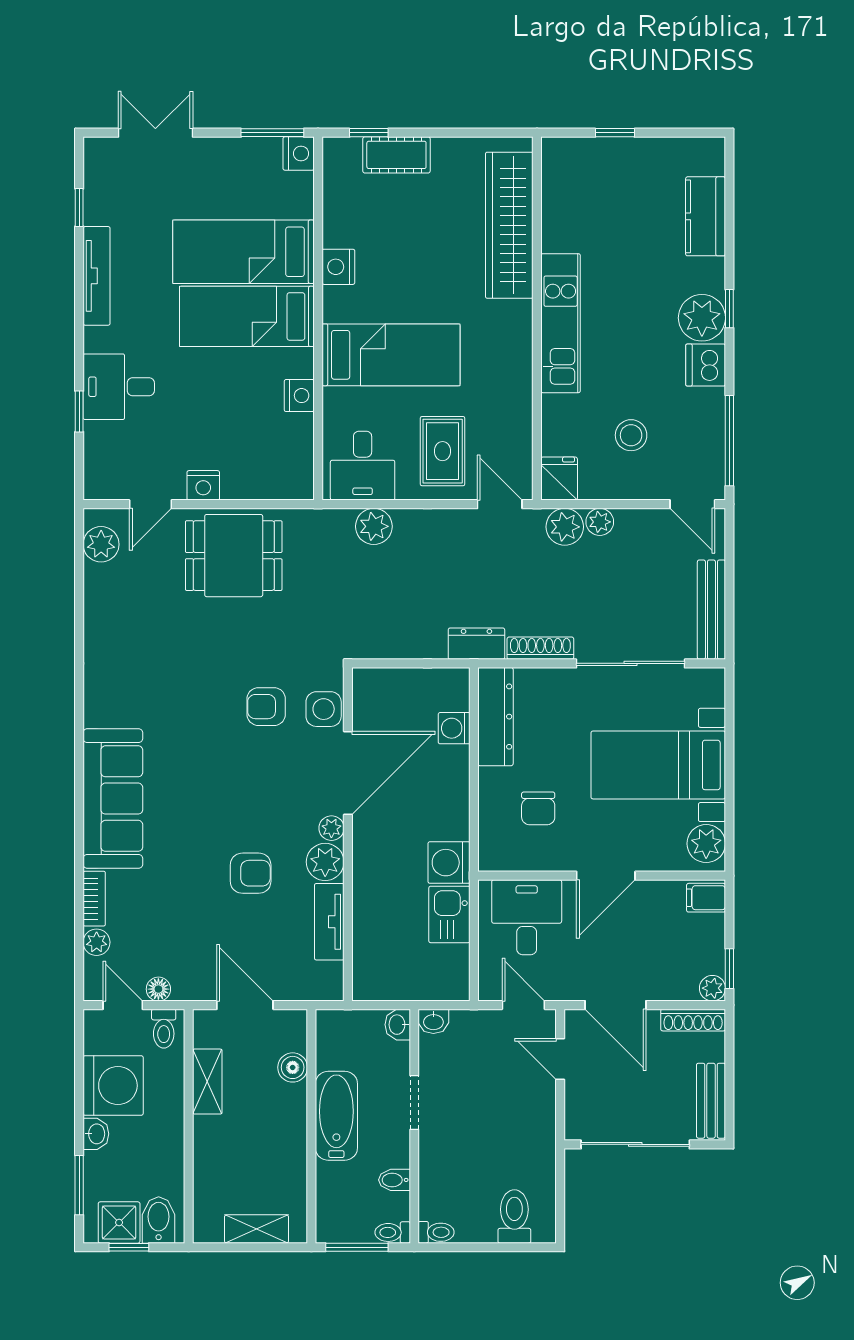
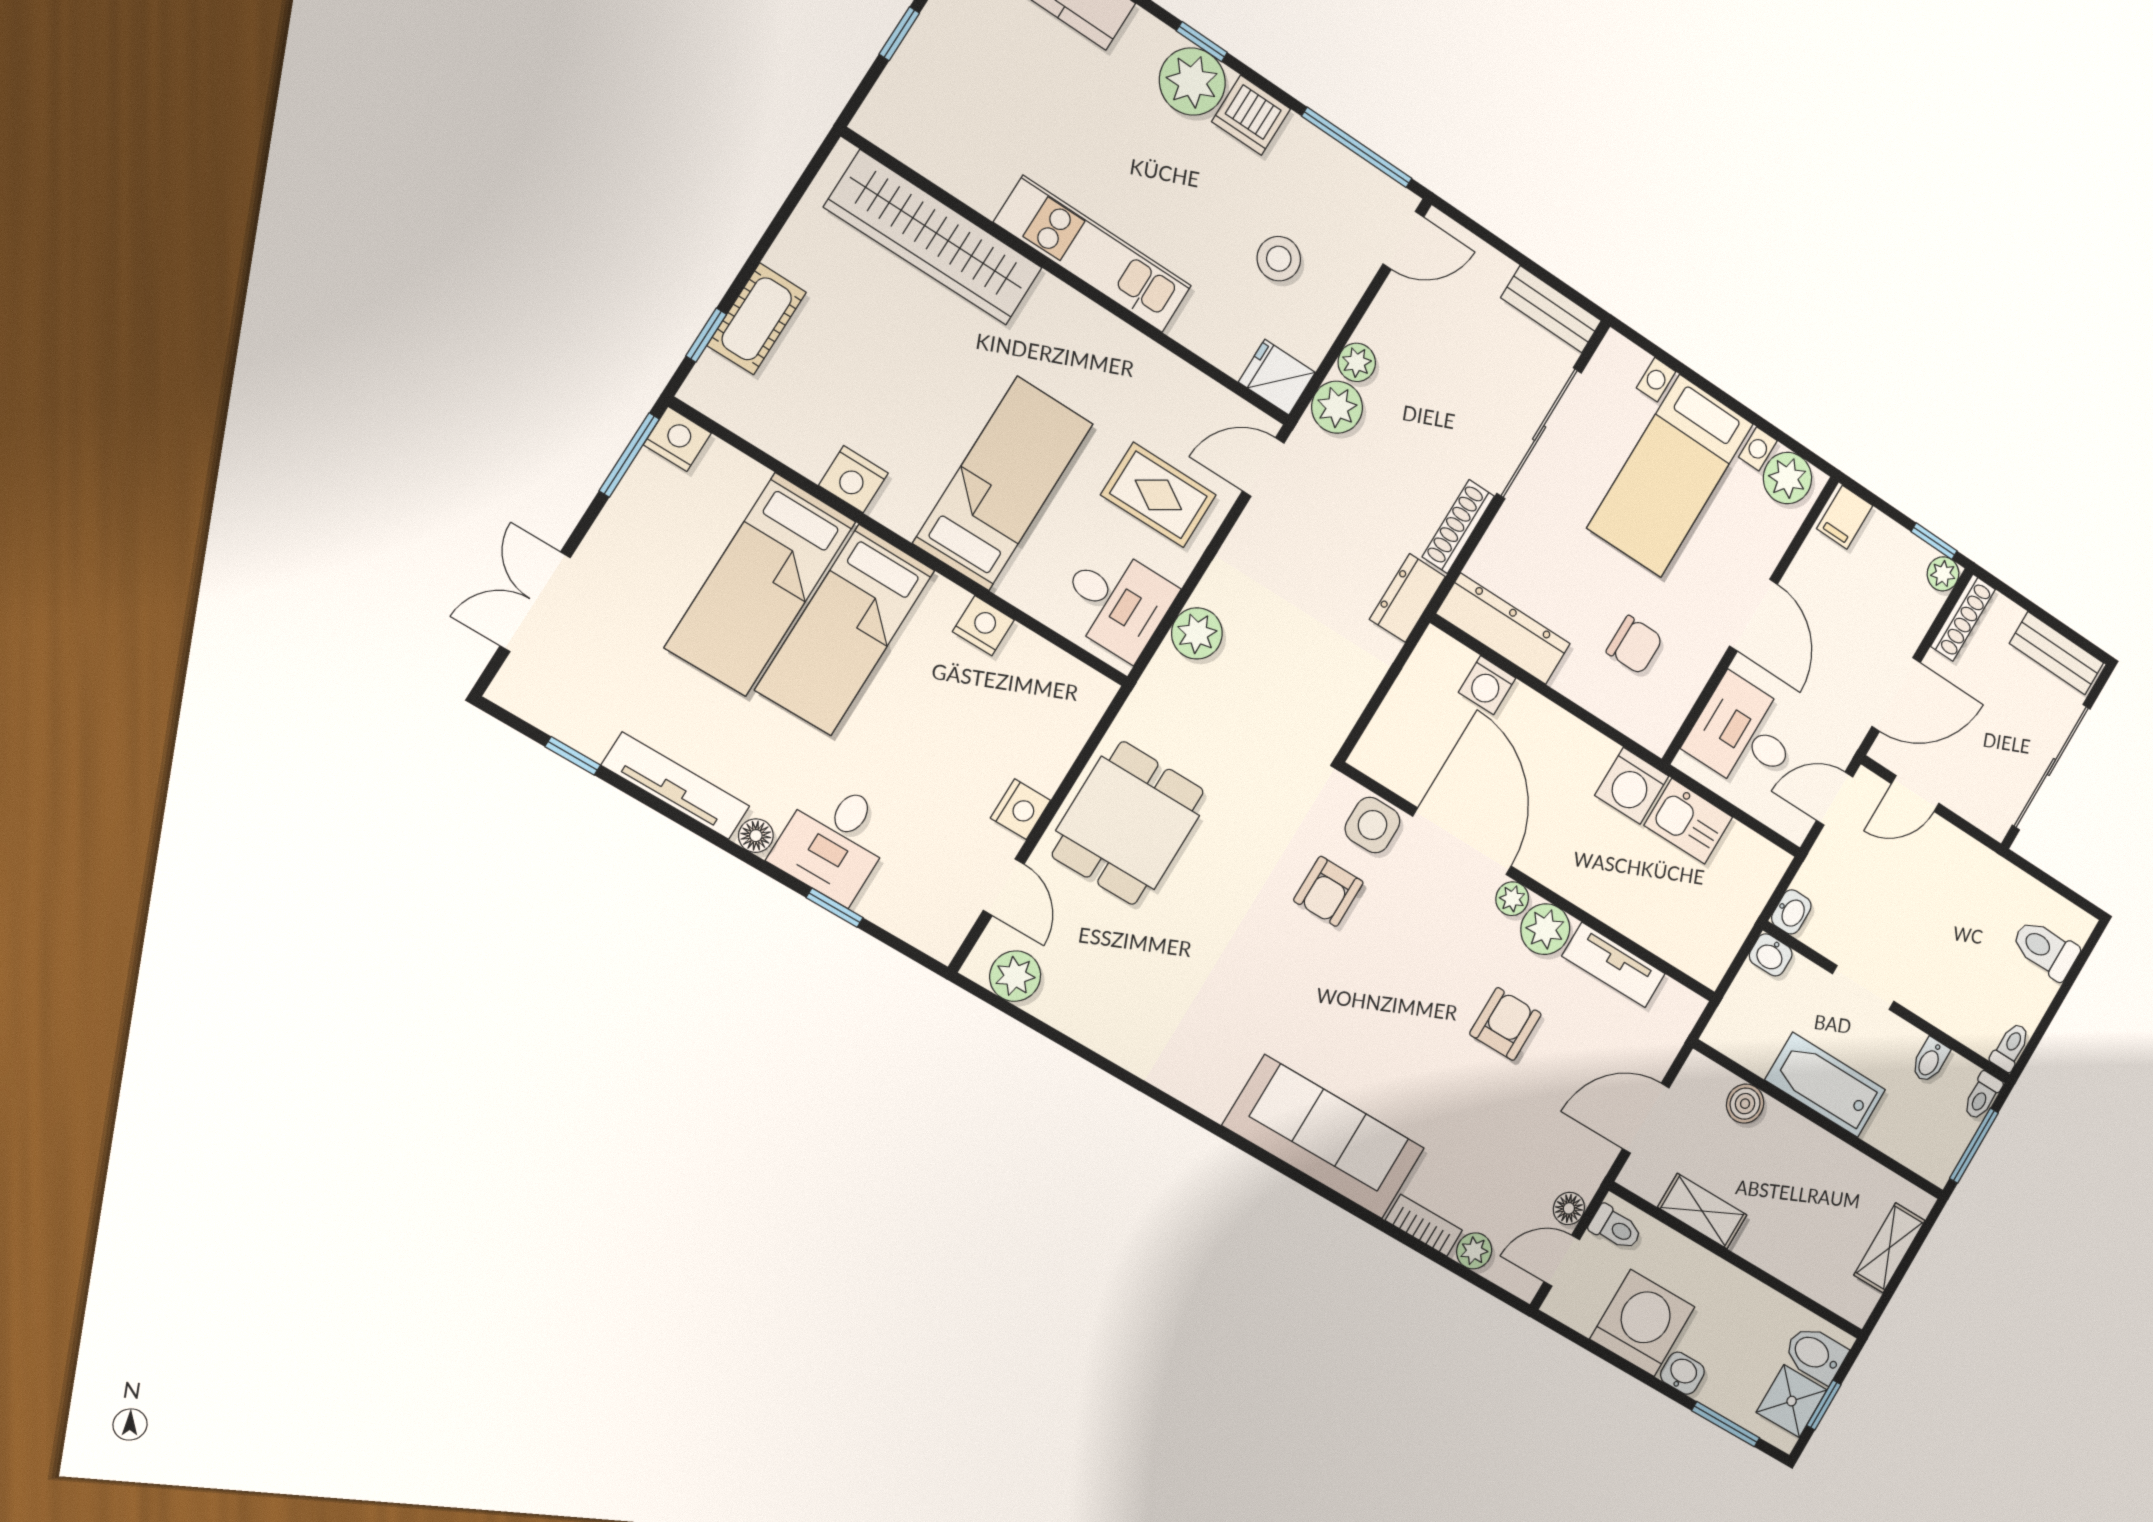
floor lamp: (95, 340) -> (756, 836), added
bench: (711, 610) -> (1551, 309), width x0.73

